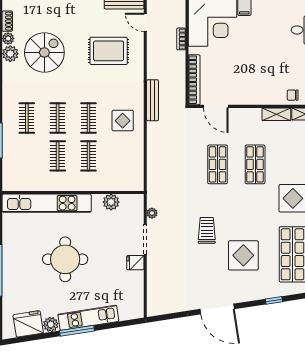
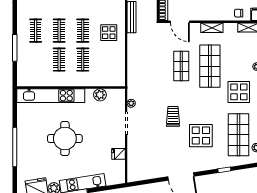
shelving: (276, 114) -> (212, 28), moved
shop shelf: (255, 164) -> (210, 66), width x1.43, depth x1.36
fridge: (135, 263) -> (118, 154), moved

